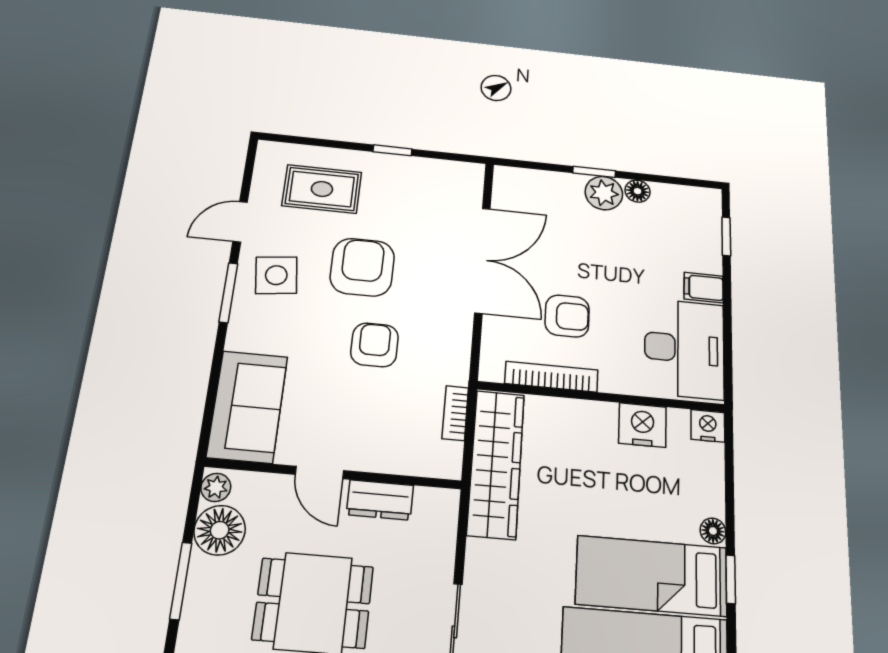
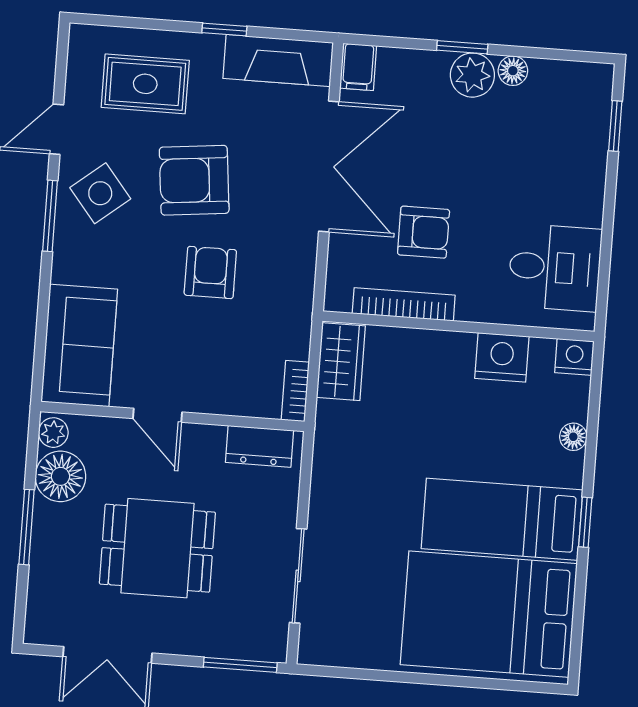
fireplace: (438, 176) -> (278, 60), added
armchair: (362, 267) -> (194, 180), turned -96
side table: (276, 275) -> (100, 193), turned -32
filing cabinet: (704, 288) -> (358, 67), moved, turned -90
desk: (684, 349) -> (555, 267), width x0.73
bookcase: (455, 413) -> (295, 391), moved
wardrobe: (496, 464) -> (341, 362), width x0.48, depth x0.85
dresser: (380, 500) -> (259, 446), moved
floor lamp: (713, 531) -> (573, 437), moved

